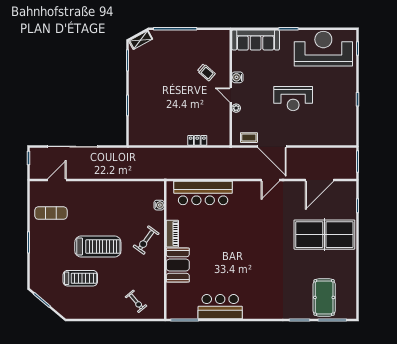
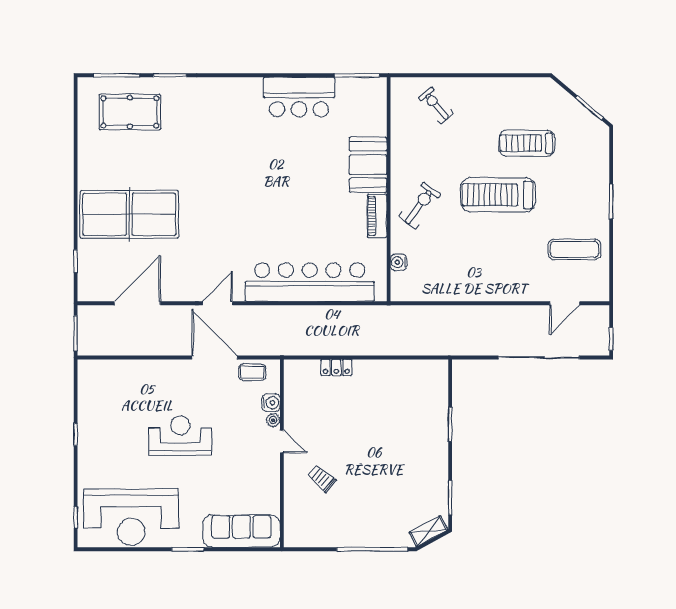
water cooler: (237, 77) -> (271, 403), moved
bar counter: (203, 193) -> (310, 282), width x1.36
pool table: (324, 297) -> (130, 112), turned 90

